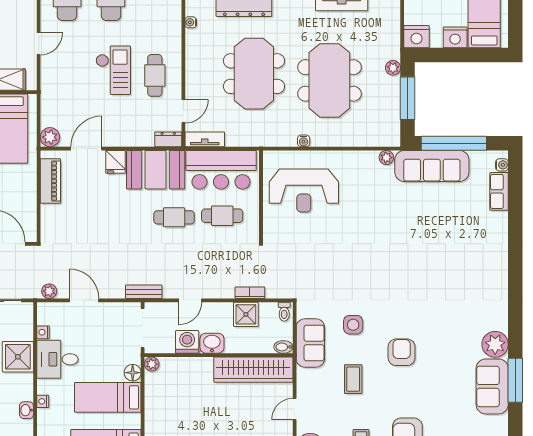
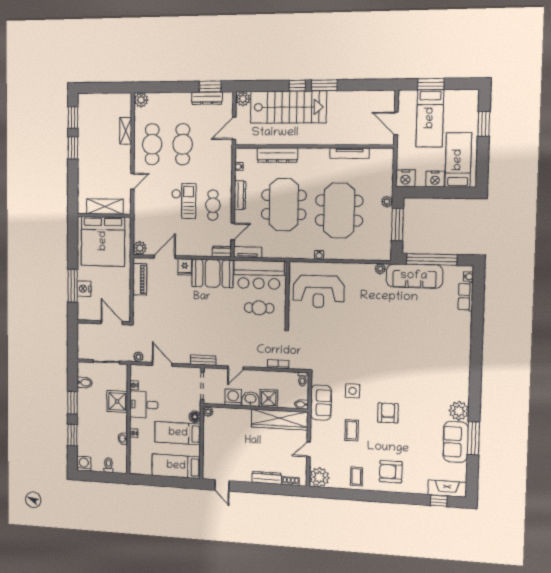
dresser: (193, 61) -> (240, 195), added
cafe table: (174, 217) -> (225, 308), removed
shower: (246, 314) -> (269, 398), moved

